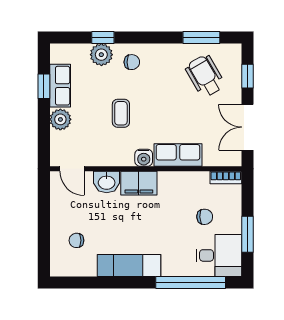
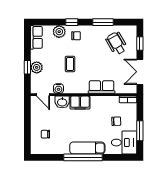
window: (103, 38) -> (72, 22), moved
window: (201, 38) -> (103, 22), moved
window: (44, 86) -> (27, 67), moved
row of seats: (60, 86) -> (36, 37), moved
water cooler: (144, 158) -> (58, 89), moved
exam couch: (129, 265) -> (87, 148), moved
window: (191, 282) -> (83, 157), moved

